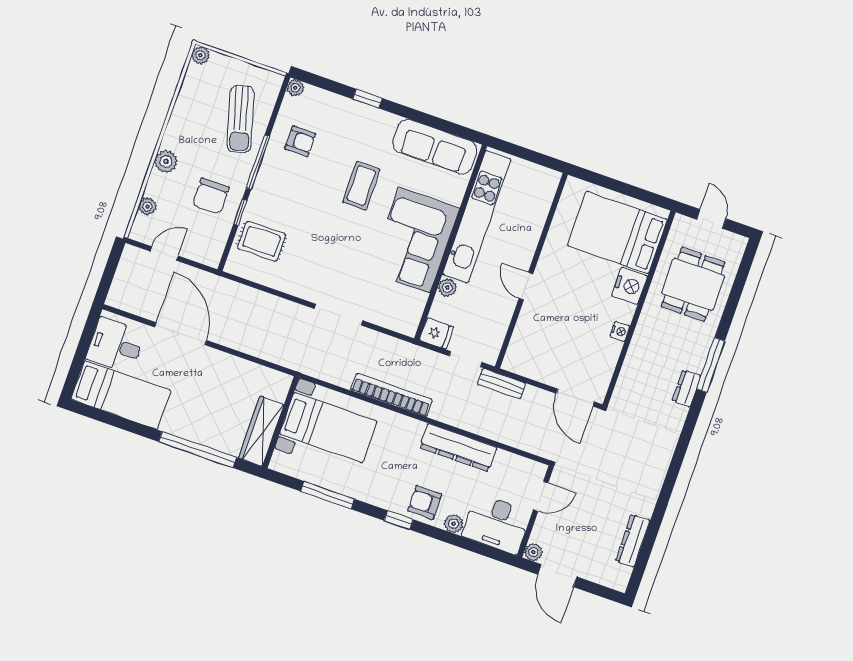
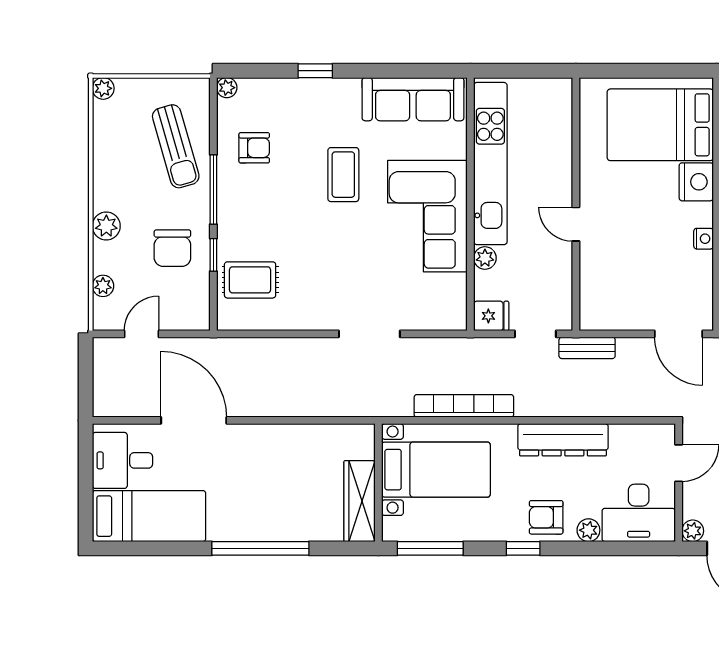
wall: (281, 422) -> (378, 483), moved
bed with nightstands: (328, 428) -> (436, 470), moved
wardrobe: (261, 431) -> (360, 501), moved

